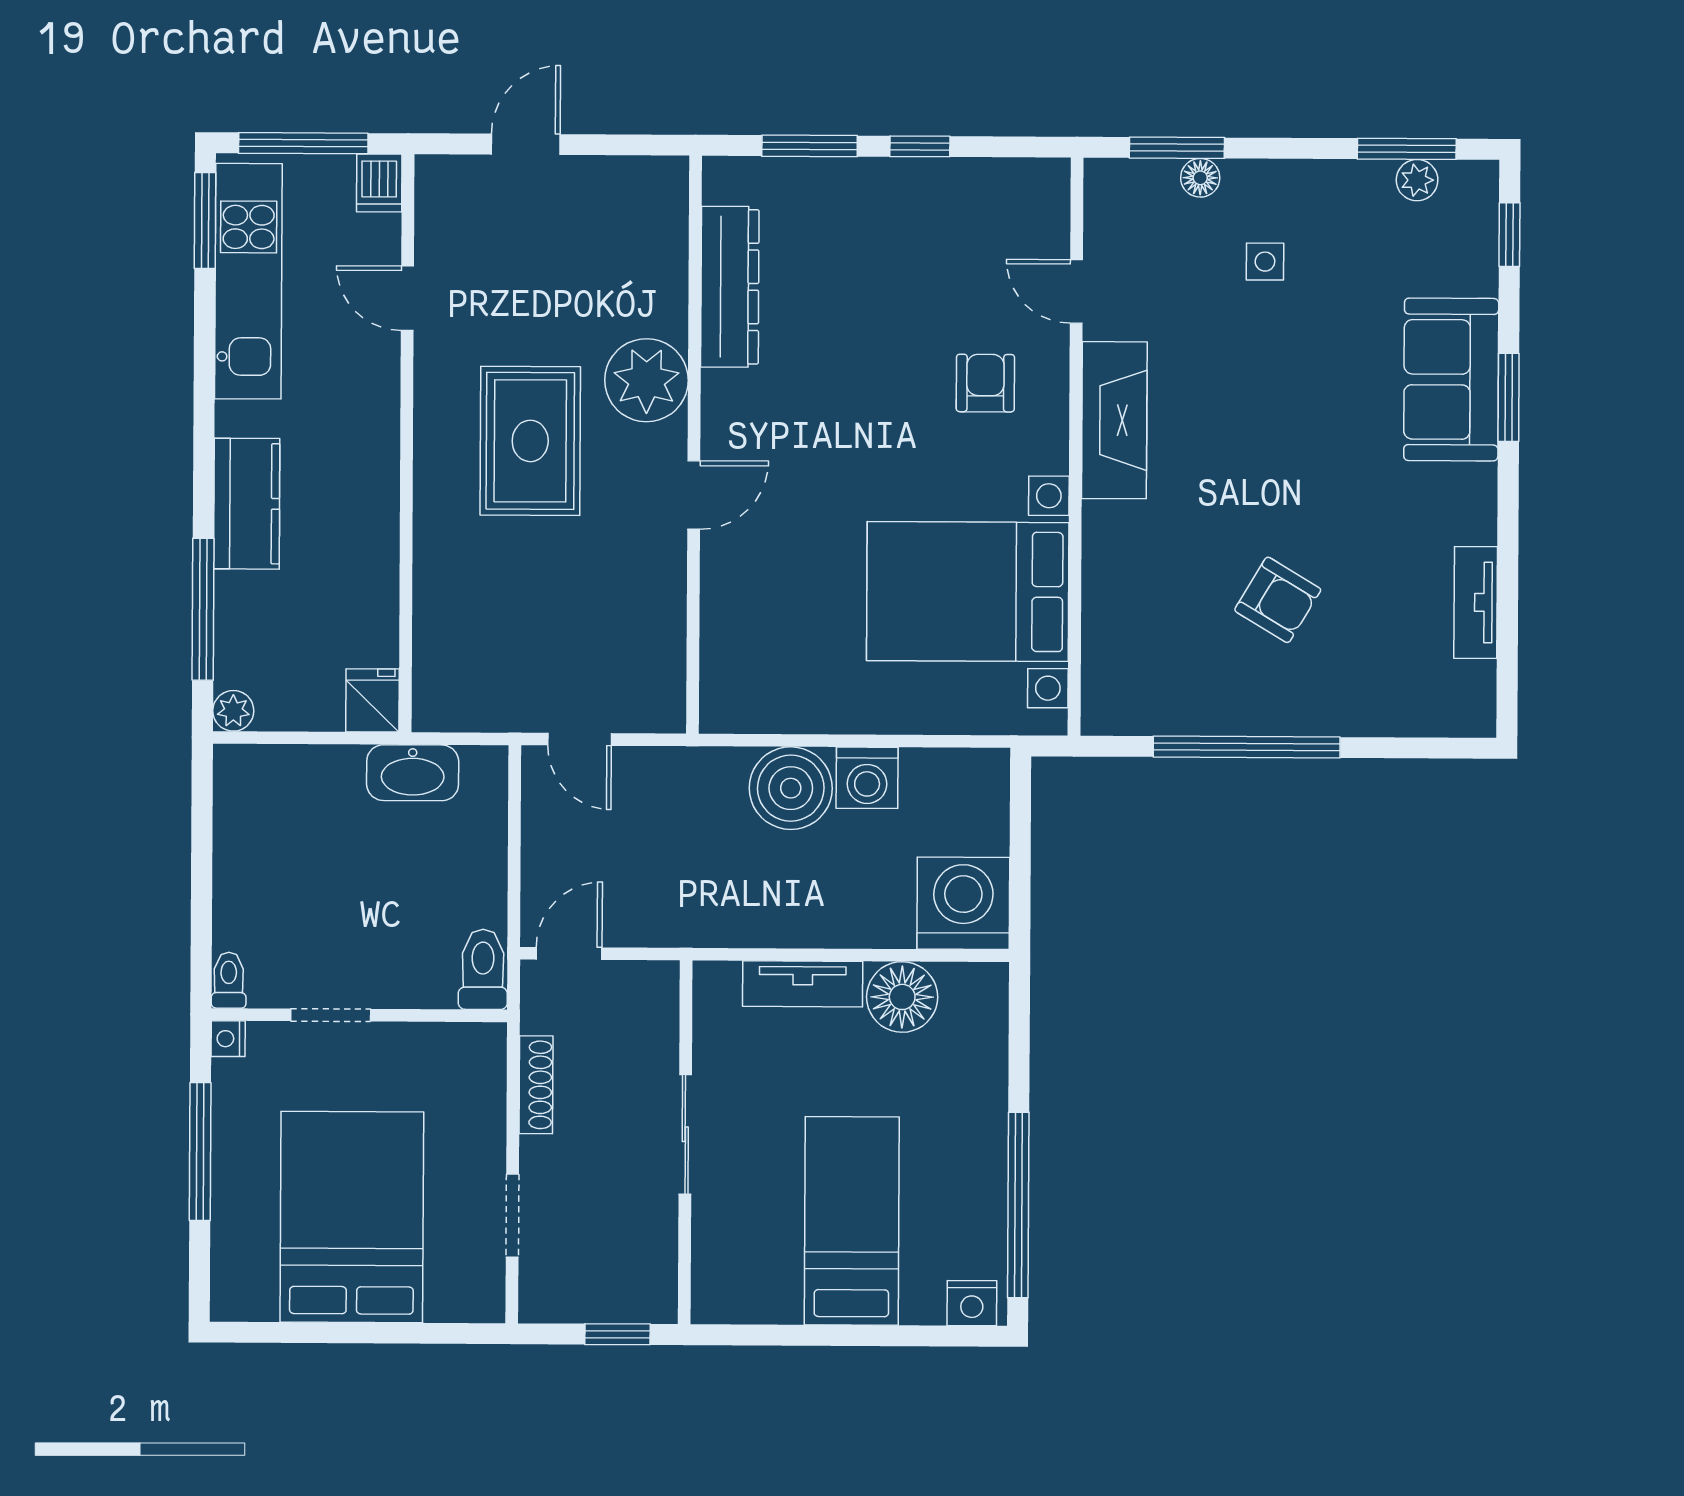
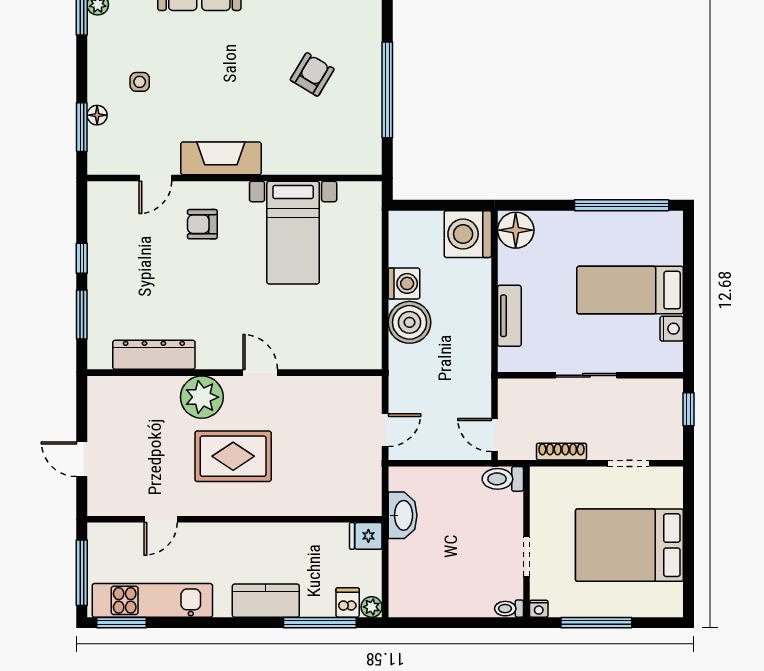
dishwasher: (379, 183) -> (348, 603), moved, turned -90
bed with nightstands: (968, 592) -> (293, 233), width x0.73
floor lamp: (902, 997) -> (516, 230), moved
nightstand: (972, 1303) -> (672, 329), moved

